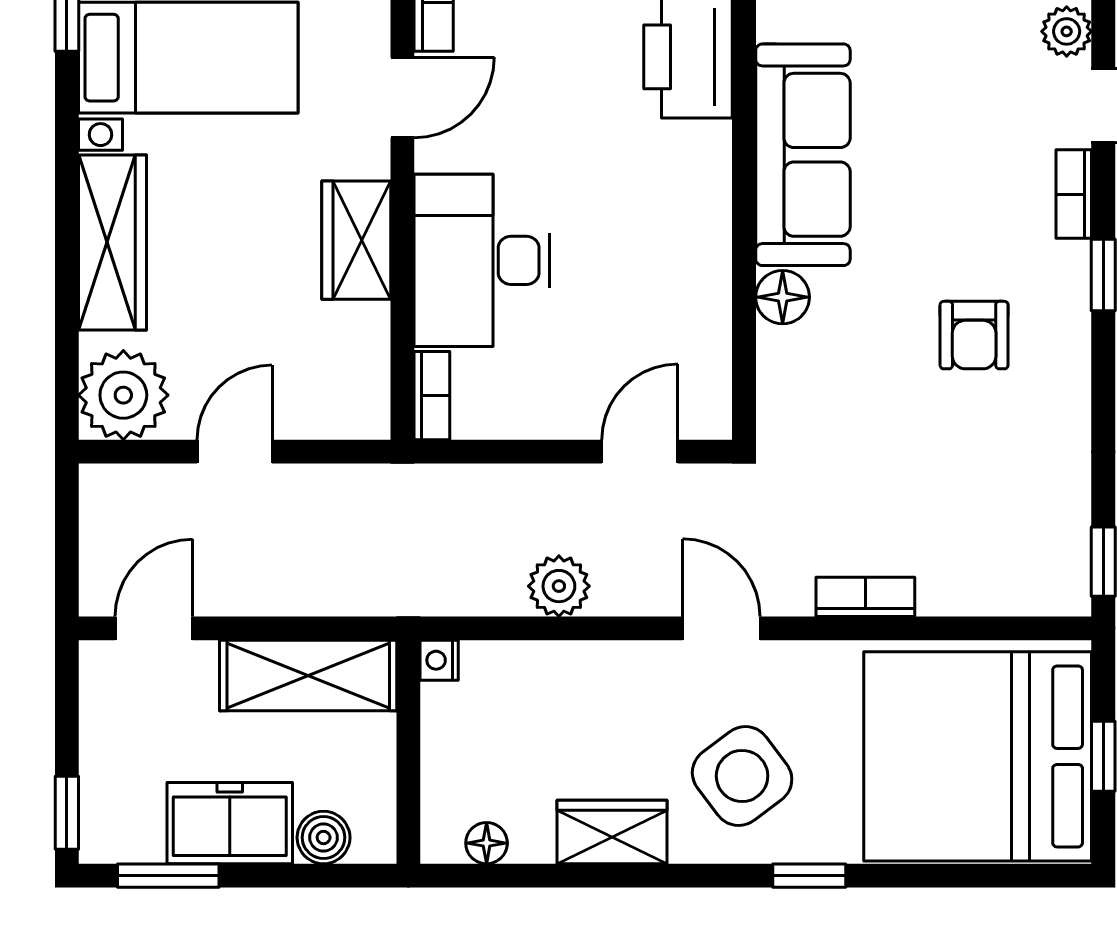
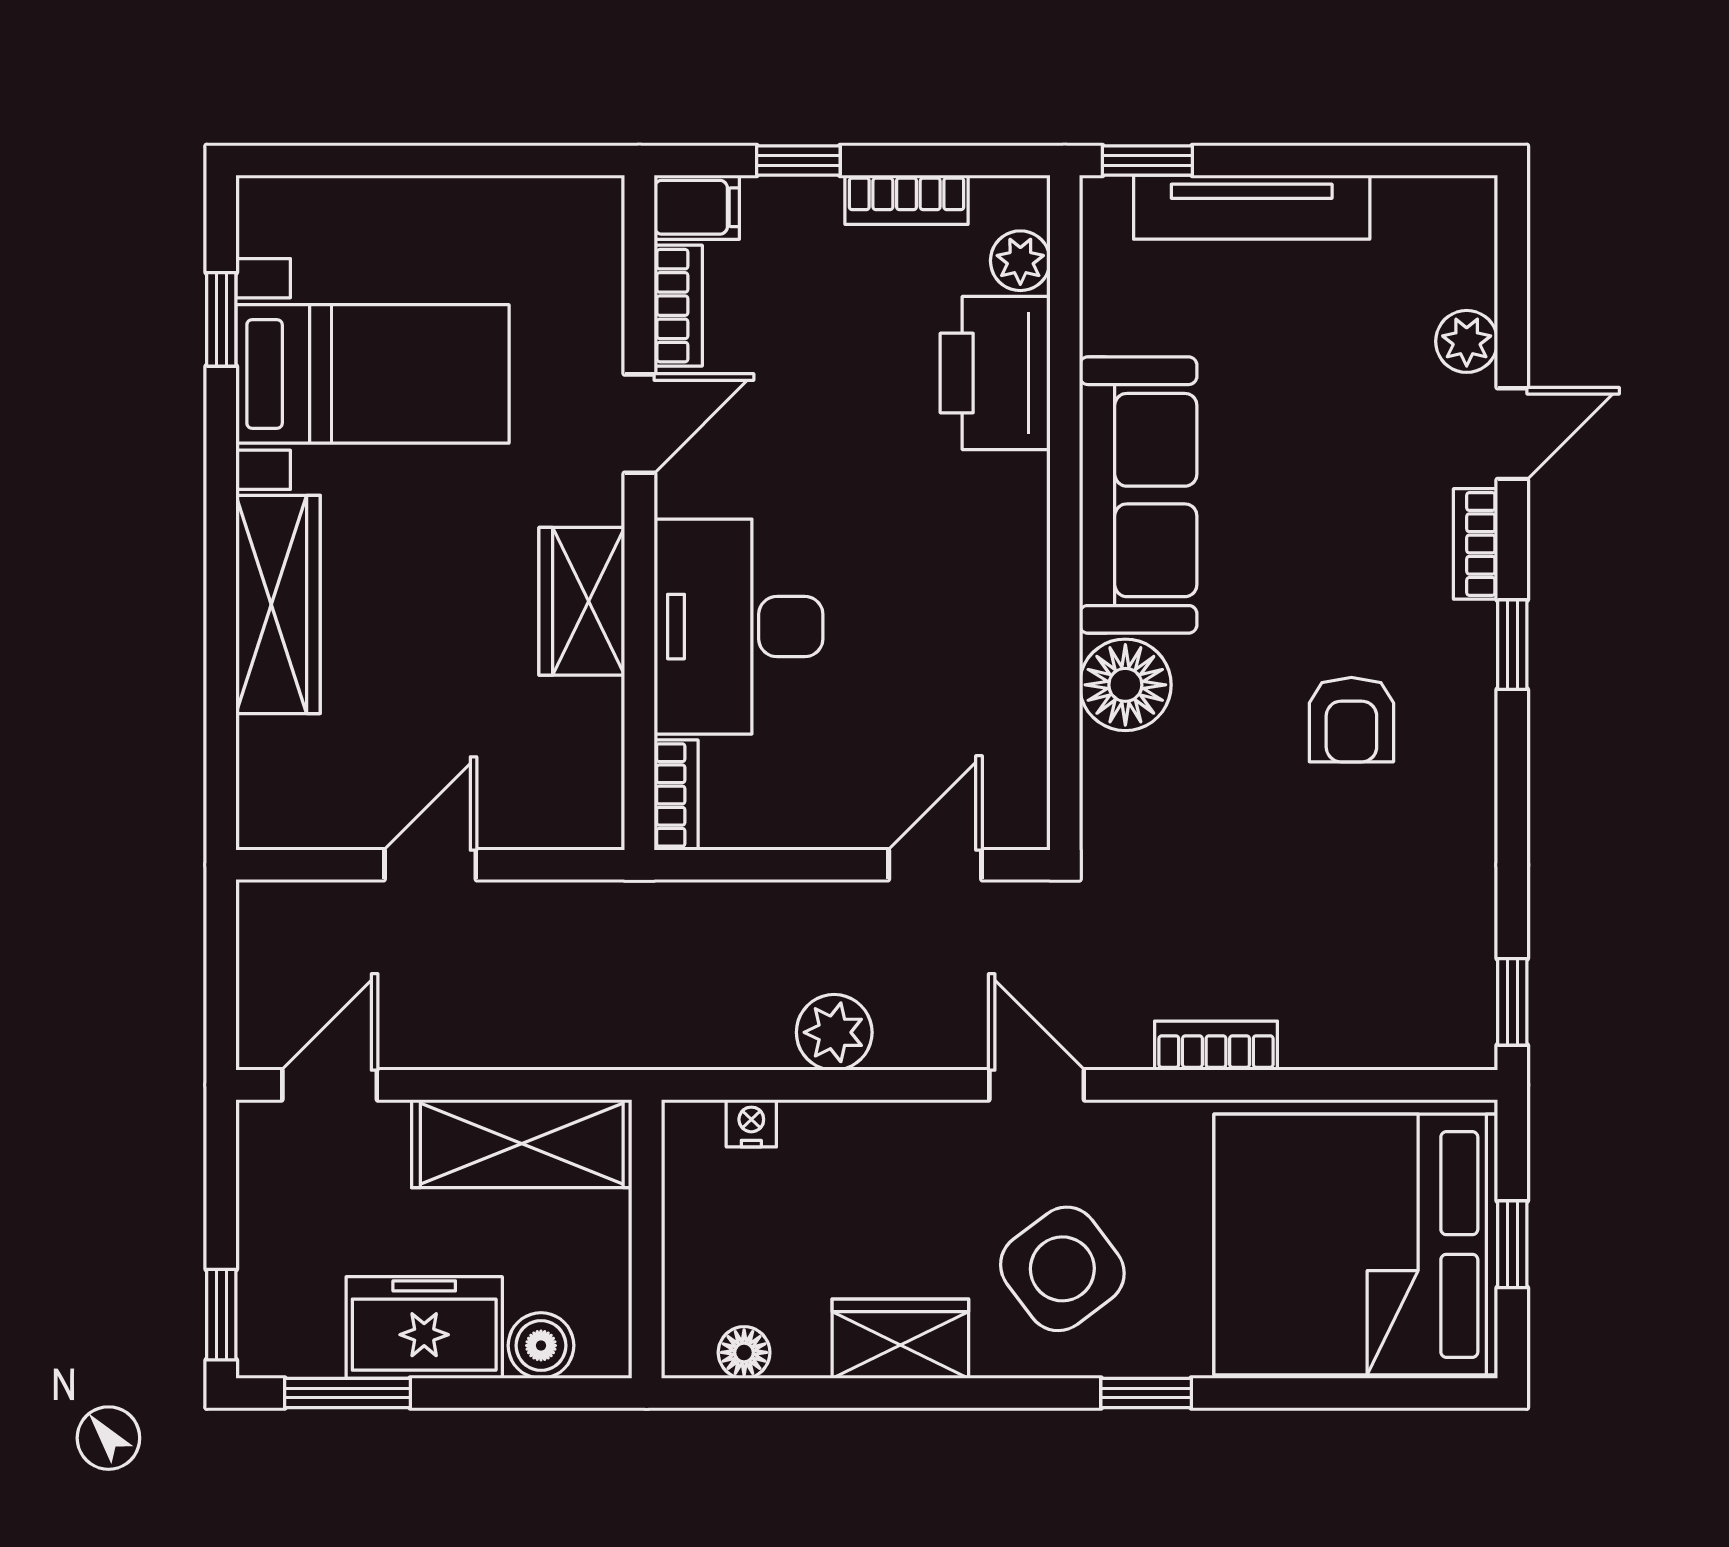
floor lamp: (783, 297) -> (1125, 685), width x1.38, depth x1.38
plant: (123, 395) -> (292, 794), removed
nightstand: (439, 660) -> (751, 1123), moved, turned 90

